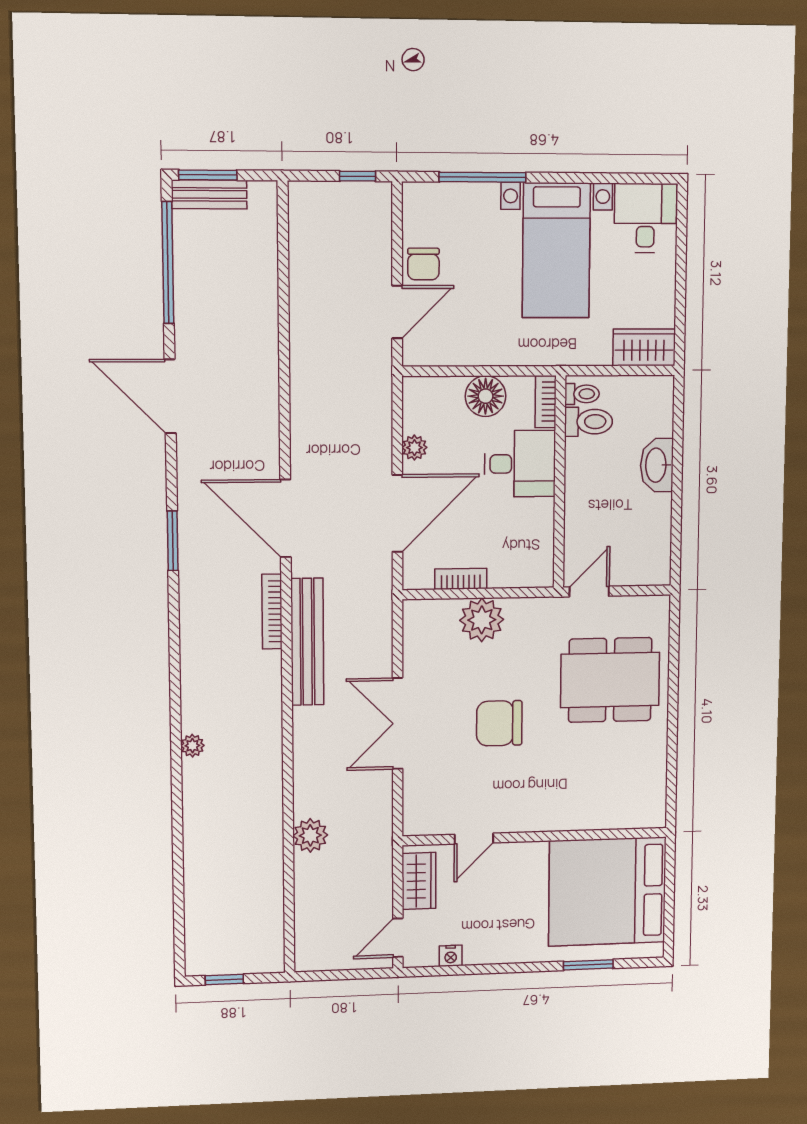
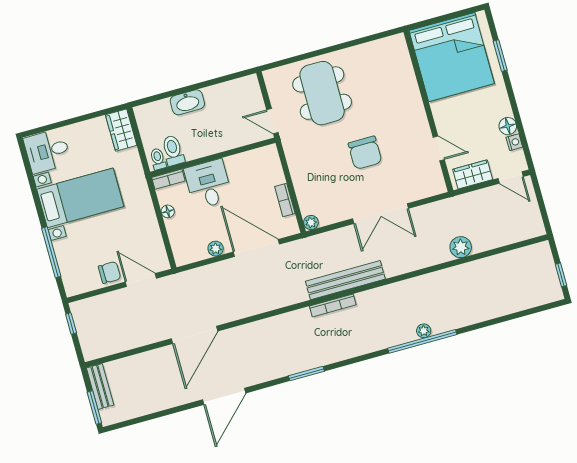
bench: (209, 194) -> (100, 386), moved
window: (168, 263) -> (422, 341), moved
floor lamp: (486, 396) -> (168, 211), width x0.53, depth x0.53
door: (286, 518) -> (194, 335), moved
plant: (482, 620) -> (311, 222), moved, width x0.53, depth x0.53
floor lamp: (478, 952) -> (508, 126), added

